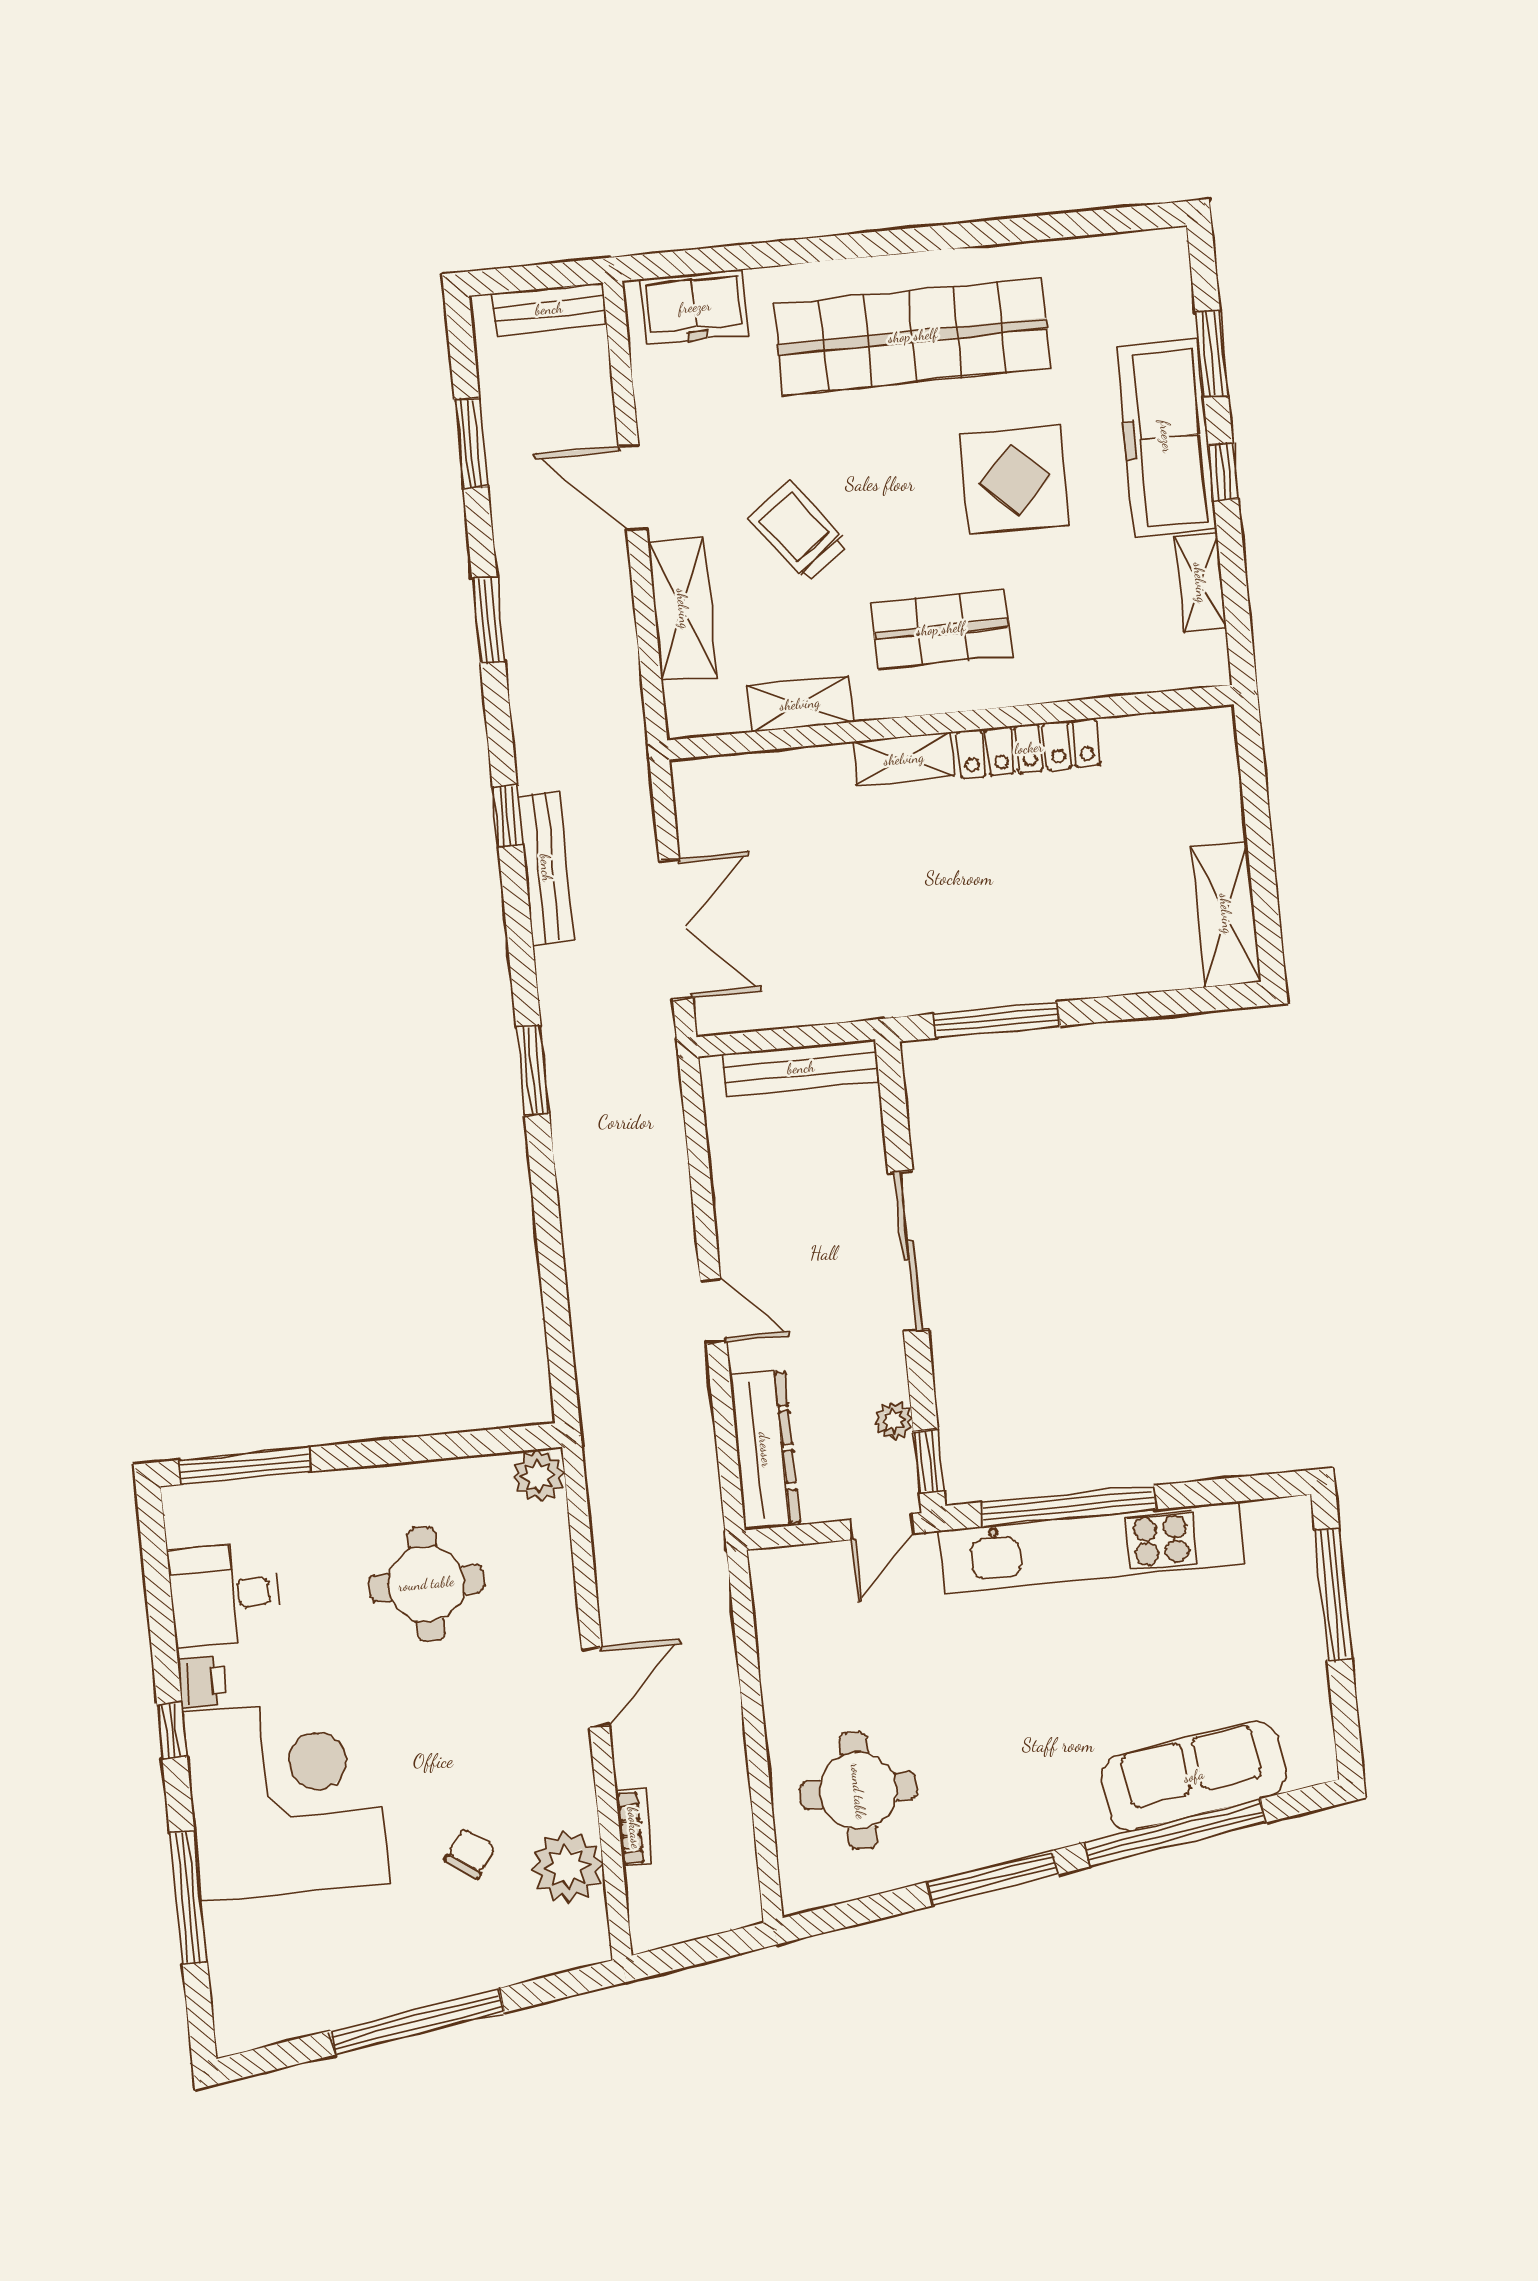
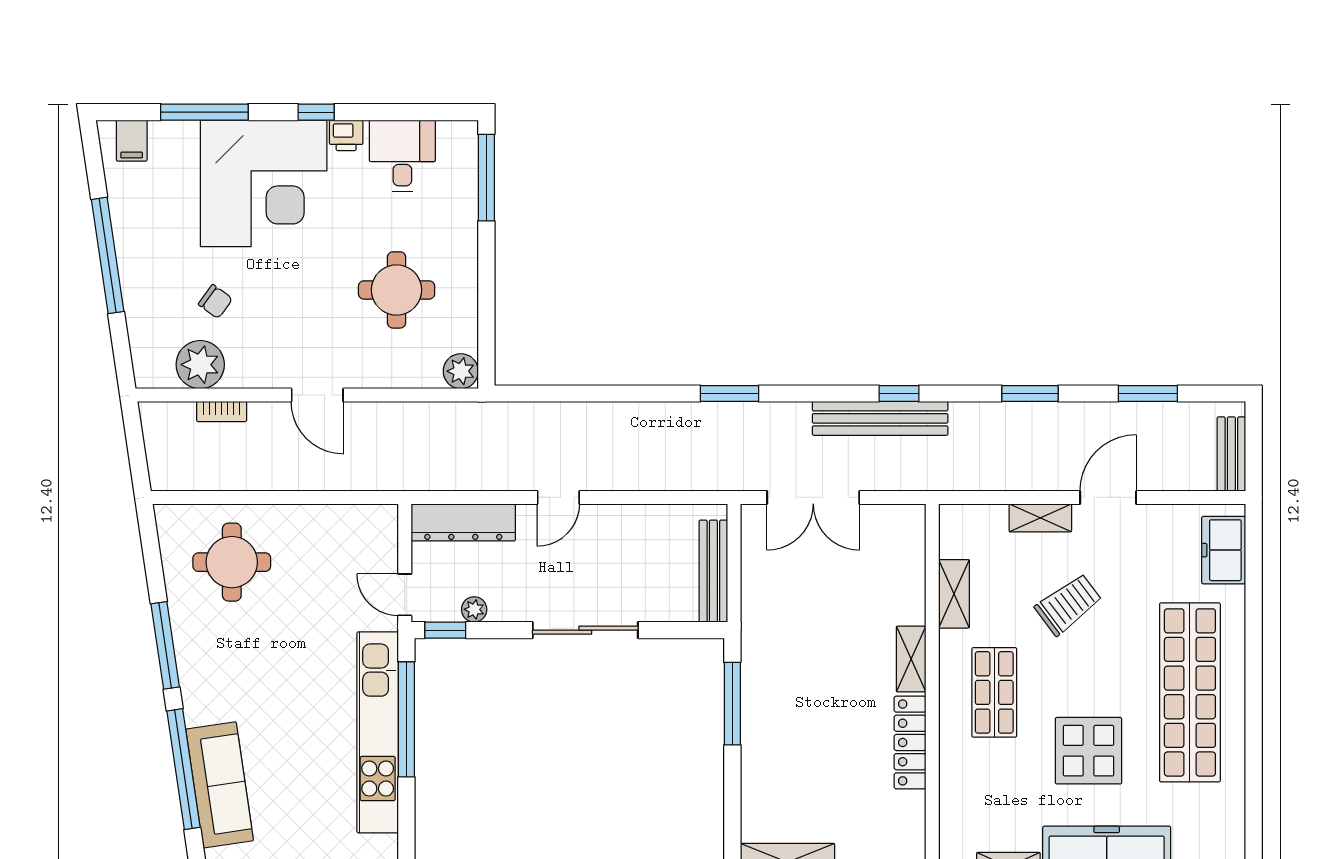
shelving: (683, 609) -> (1040, 518), width x0.67, depth x0.75
bench: (546, 868) -> (880, 418), width x1.37, depth x1.21
filing cabinet: (242, 2002) -> (132, 141), added

